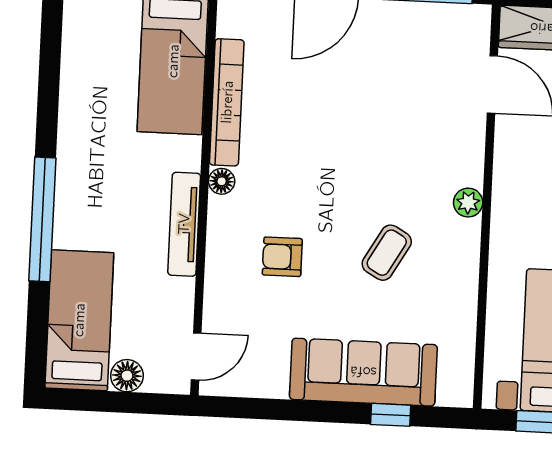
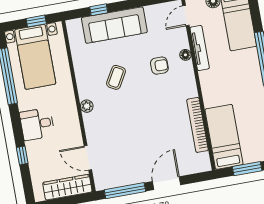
floor lamp: (222, 181) -> (185, 55), moved
tv unit: (184, 224) -> (200, 48), moved

